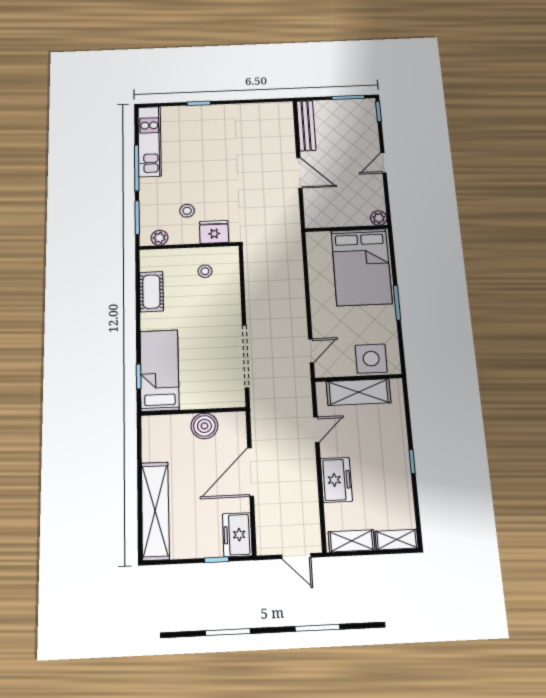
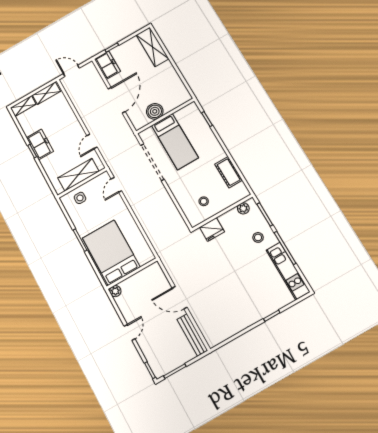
stool: (187, 211) -> (258, 237), moved
side table: (371, 359) -> (80, 198), width x0.54, depth x0.54
bed: (159, 370) -> (175, 141), moved
freezer: (336, 480) -> (40, 144), moved, turned 180
shelving: (155, 511) -> (152, 47), width x0.68

